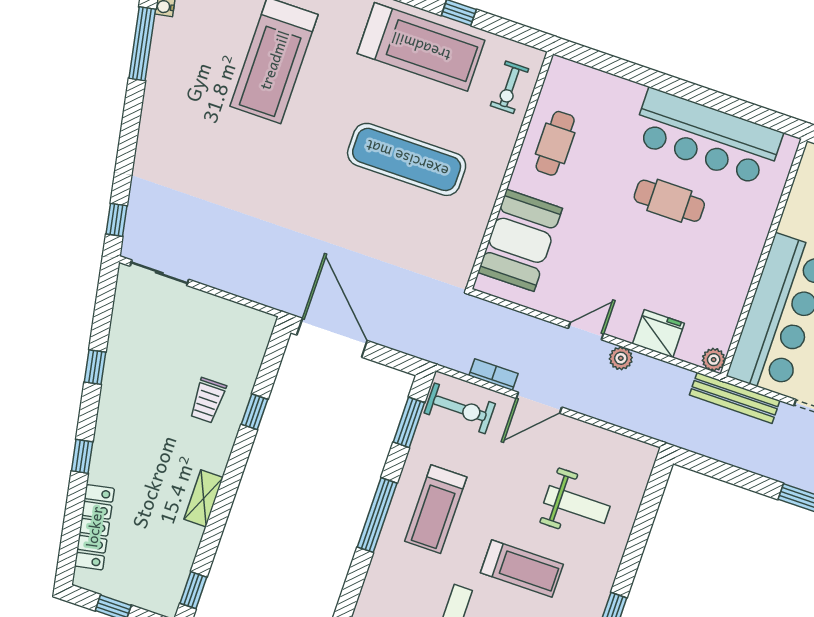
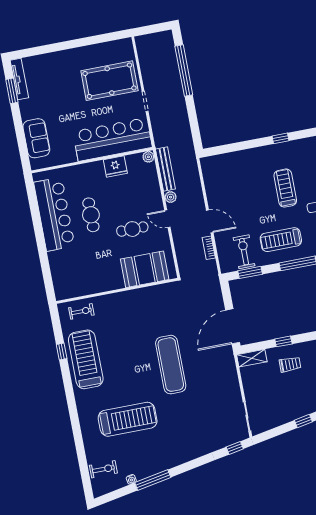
cafe table: (555, 143) -> (132, 229), moved
exercise mat: (407, 159) -> (171, 365), moved
fridge: (658, 334) -> (115, 167), moved, turned -90
shelving: (257, 340) -> (252, 358), added
bench: (735, 398) -> (165, 169), moved
exercise bike: (460, 408) -> (244, 252), moved
weight bench: (577, 505) -> (244, 180), removed
treadmill: (436, 509) -> (281, 240), turned 180

